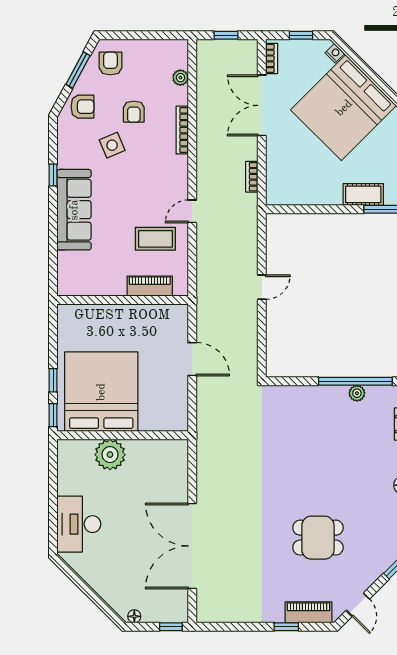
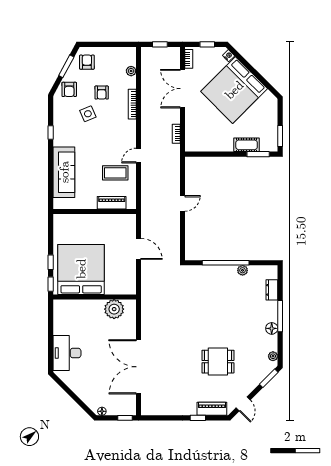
armchair: (82, 107) -> (69, 89), turned 90
sofa: (74, 210) -> (64, 172), moved
window: (355, 381) -> (226, 263), moved
plant: (110, 455) -> (114, 309), moved

